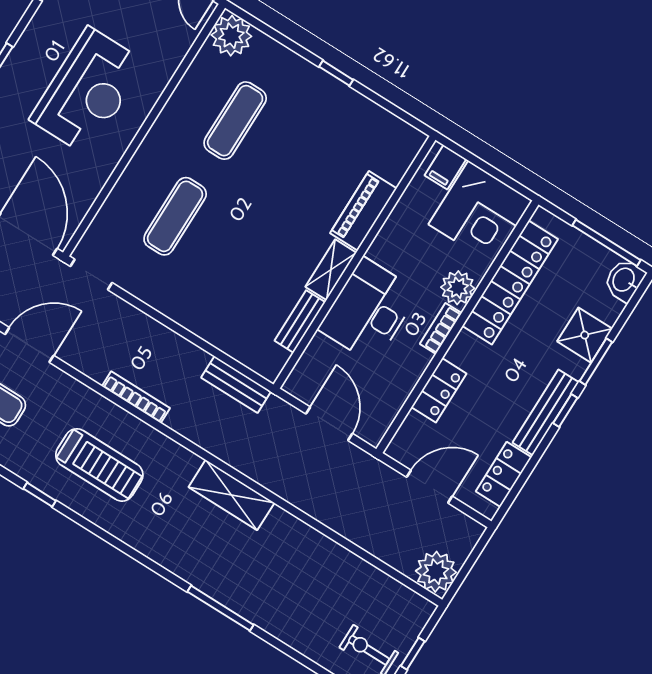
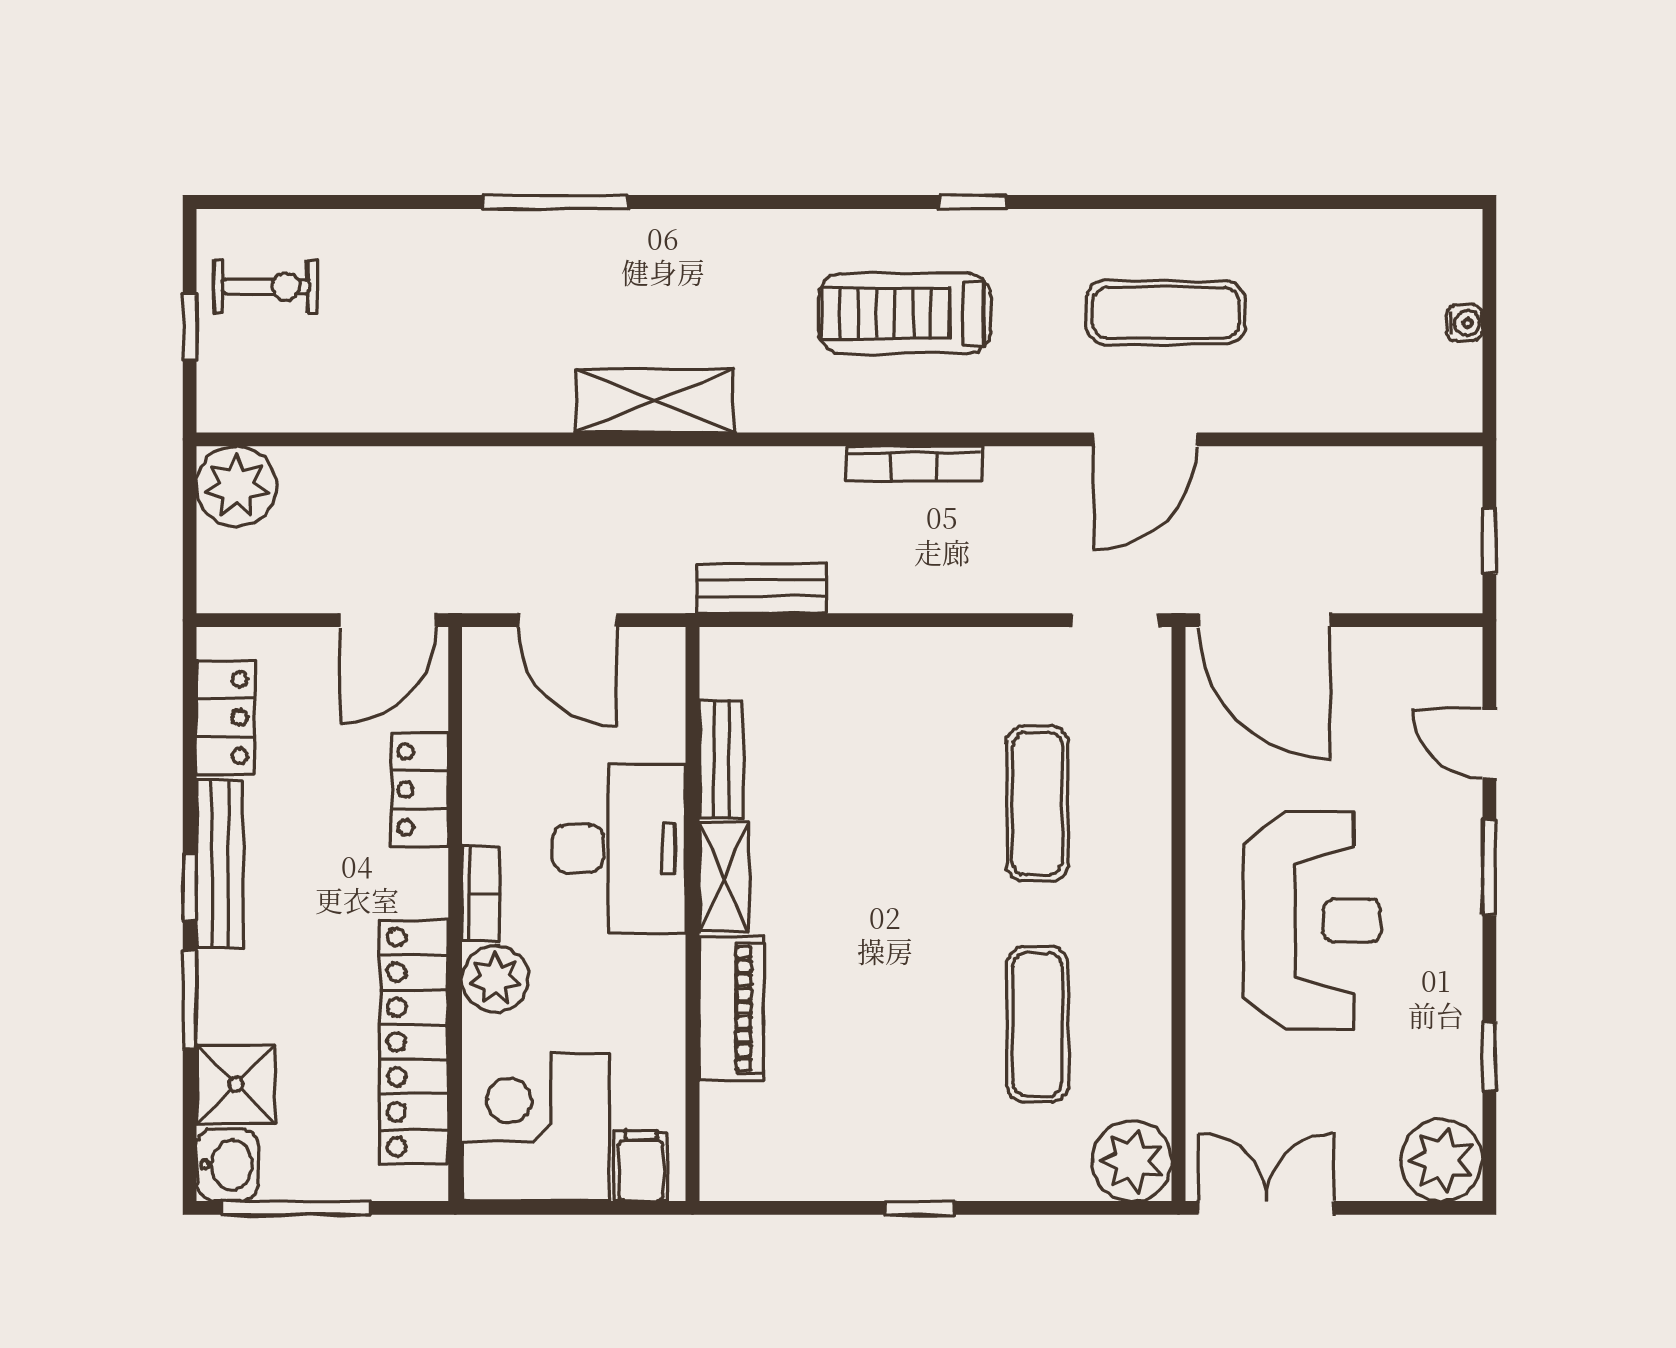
reception desk: (88, 91) -> (1312, 921), turned 180
shower: (585, 335) -> (236, 1084), moved
door: (429, 487) -> (388, 620), moved

